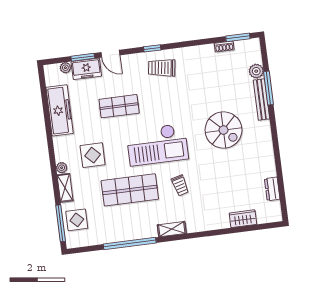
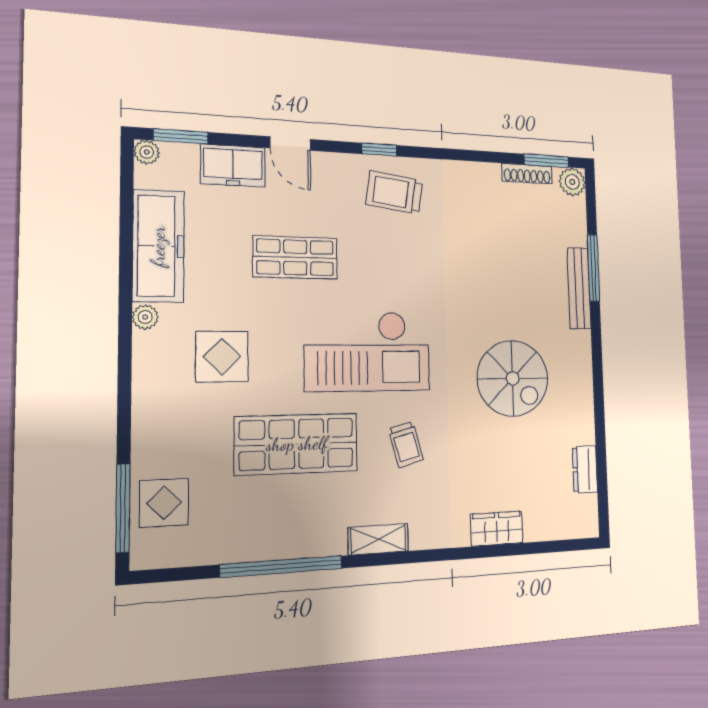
shoe rack: (224, 47) -> (527, 174), width x1.43
window: (83, 57) -> (181, 136), moved
plant: (65, 68) -> (147, 152), moved
plant: (256, 71) -> (572, 182), moved
spiral stairs: (224, 130) -> (513, 378), moved
plant: (62, 168) -> (145, 317), moved
shelving: (65, 188) -> (146, 425), removed
wardrobe: (243, 219) -> (497, 529), moved

